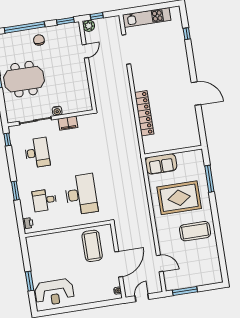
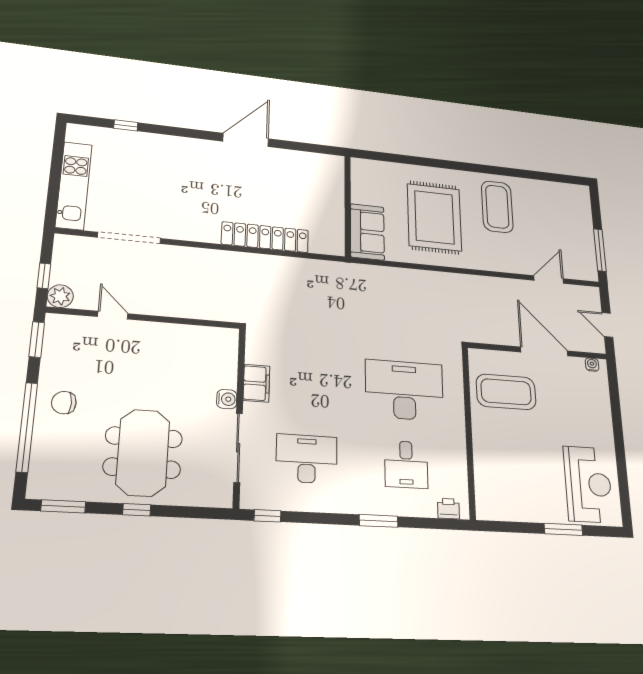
window: (209, 179) -> (407, 160), removed

